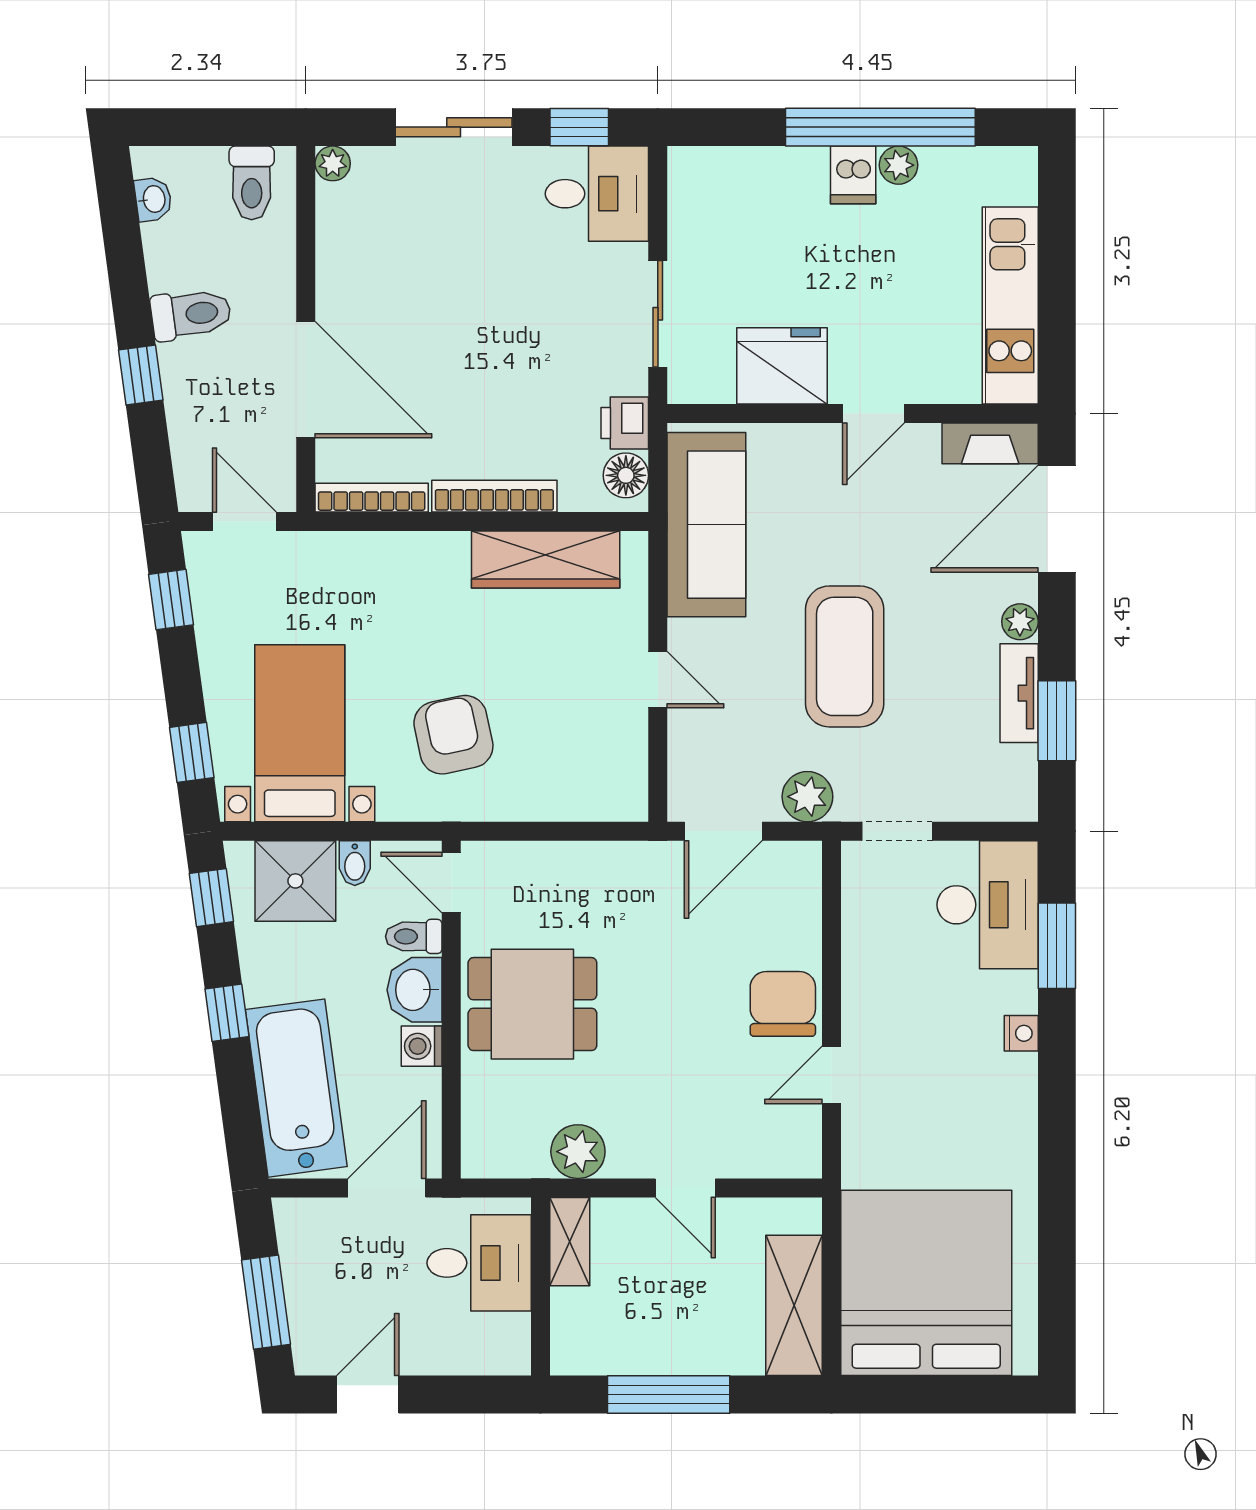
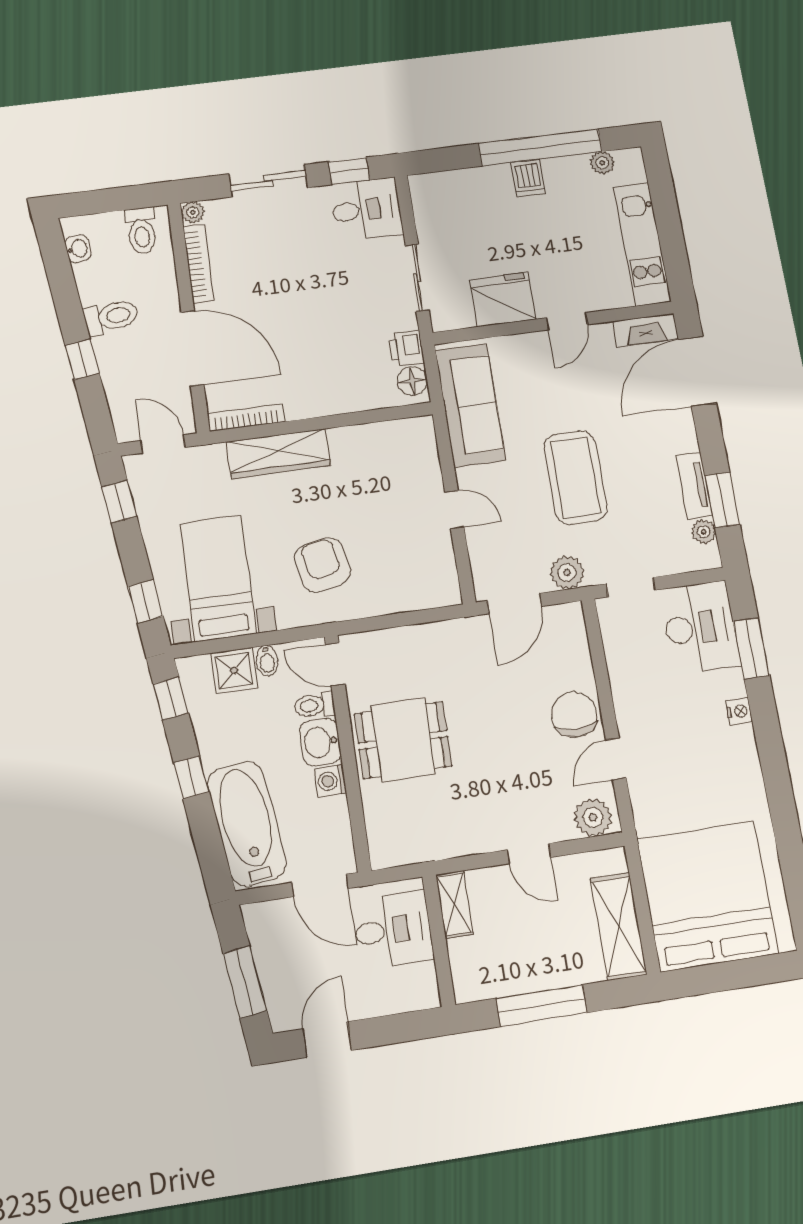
plant: (899, 165) -> (602, 163), moved
bookcase: (494, 496) -> (199, 264), moved, turned 90
wardrobe: (546, 559) -> (279, 454), moved
plant: (1020, 622) -> (704, 532), moved
shower: (295, 881) -> (234, 670), width x0.73, depth x0.73
plant: (578, 1152) -> (593, 817), moved
door: (387, 1188) -> (320, 885), swing flipped

